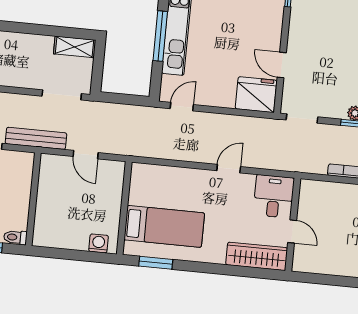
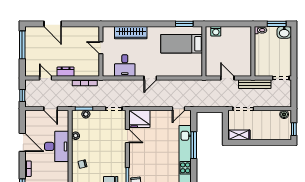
wall: (293, 225) -> (101, 51), moved
door: (292, 231) -> (101, 48), moved

